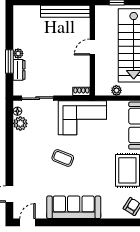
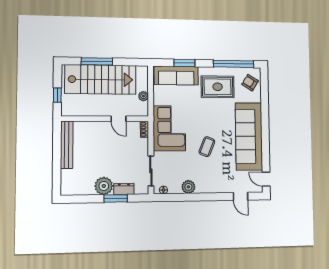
door: (92, 47) -> (119, 119), moved
plant: (18, 53) -> (104, 186), width x1.88, depth x1.88
plant: (20, 123) -> (188, 187), moved
sofa: (74, 207) -> (249, 136), width x1.36, depth x1.27

